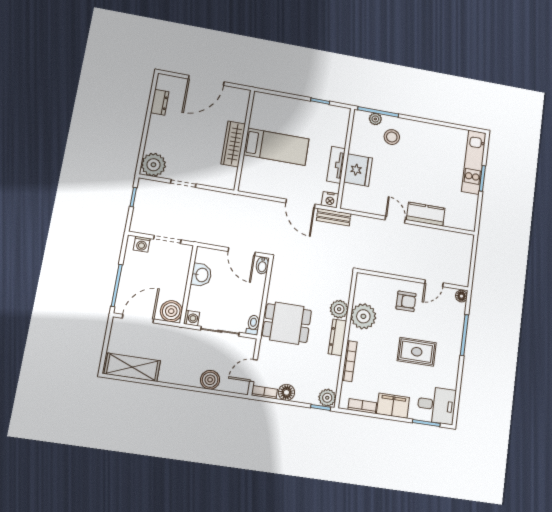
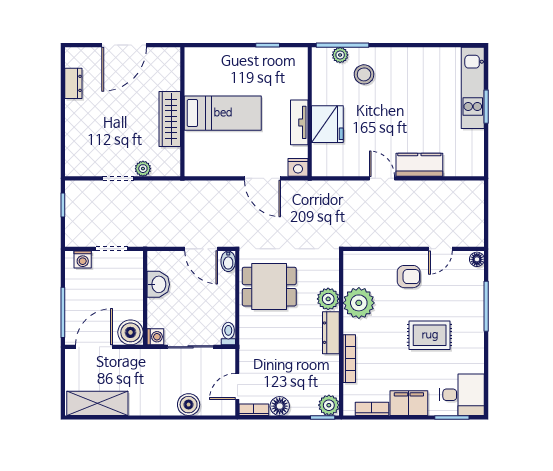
plant: (153, 165) -> (143, 169), moved, width x0.53, depth x0.53
bench: (334, 217) -> (305, 188), removed
dining table: (287, 323) -> (269, 287), moved

